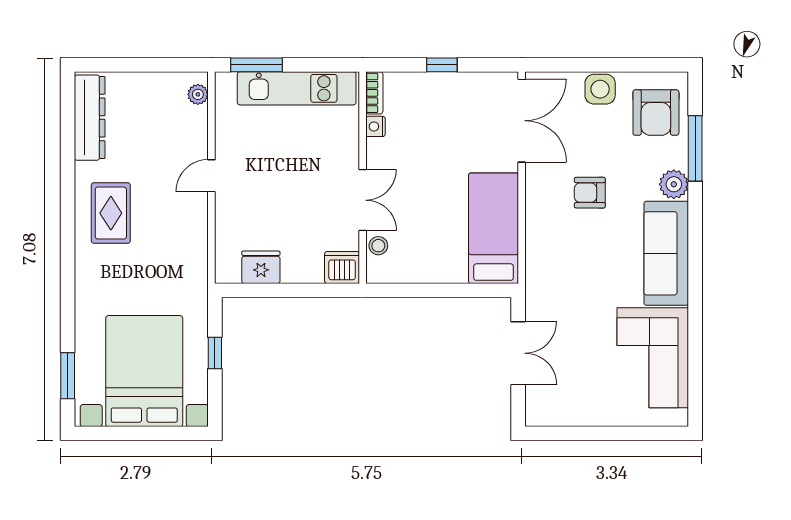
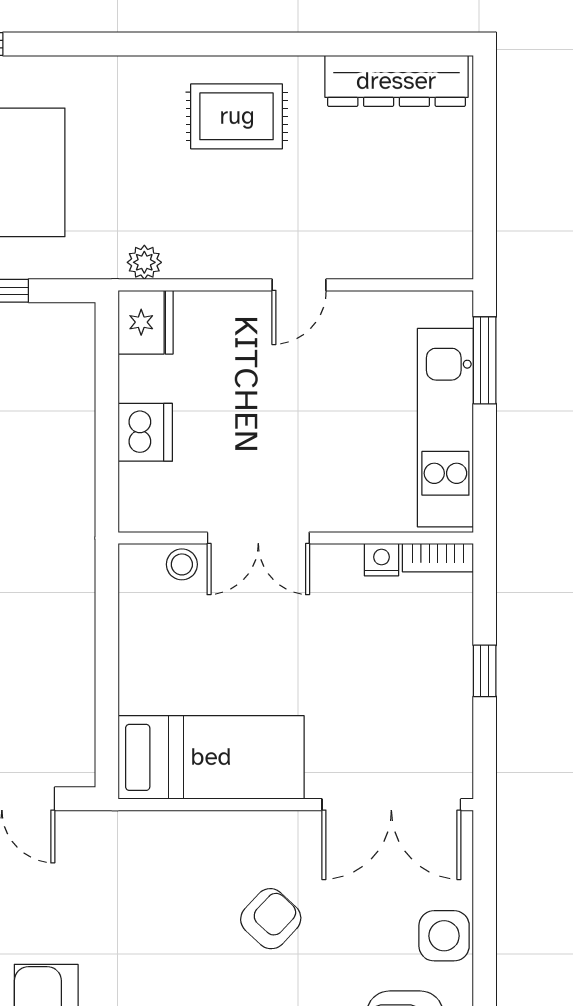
plant: (198, 94) -> (144, 262), moved
door: (211, 176) -> (299, 285), swing flipped
armchair: (590, 193) -> (271, 919), turned 43
fridge: (261, 267) -> (146, 322), moved
dishwasher: (342, 268) -> (145, 432), moved

